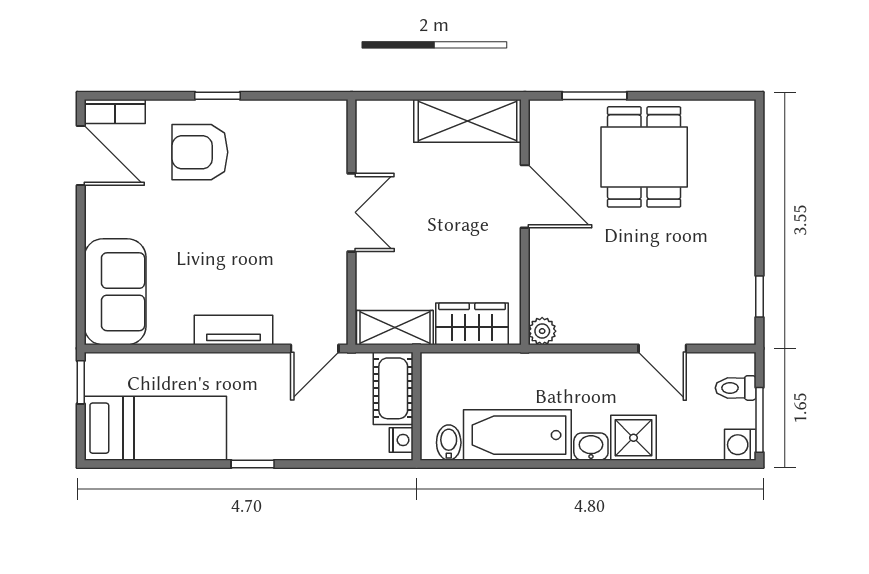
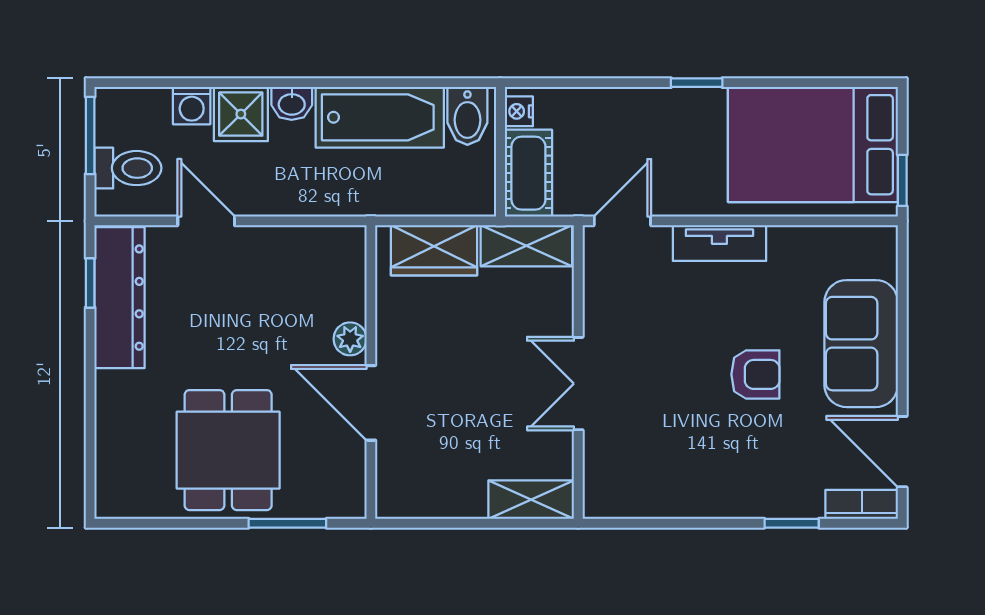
window: (217, 96) -> (792, 523), moved
shelving: (468, 121) -> (531, 500), moved, width x0.67, depth x0.75
armchair: (200, 152) -> (755, 374), moved, width x0.72, depth x0.72
dresser: (735, 284) -> (120, 298), added
sofa: (115, 292) -> (861, 344), moved
plant: (542, 331) -> (350, 339), moved
toilet: (736, 388) -> (128, 168), width x1.37, depth x1.39
bed: (155, 428) -> (813, 145), width x1.50
bidet: (449, 443) -> (467, 116), width x1.38, depth x1.36
washing machine: (740, 445) -> (192, 106), moved, turned 90

